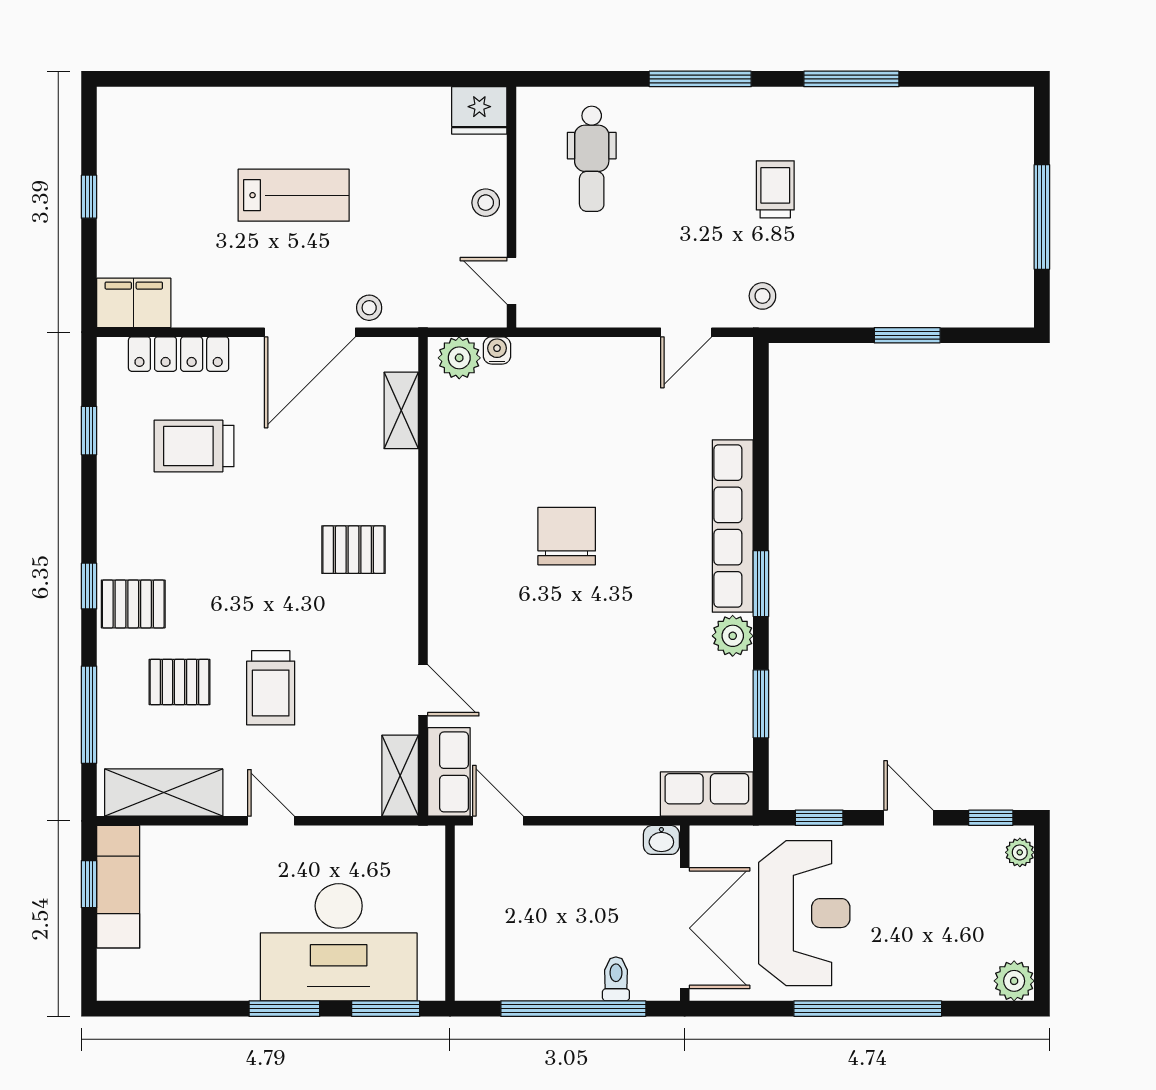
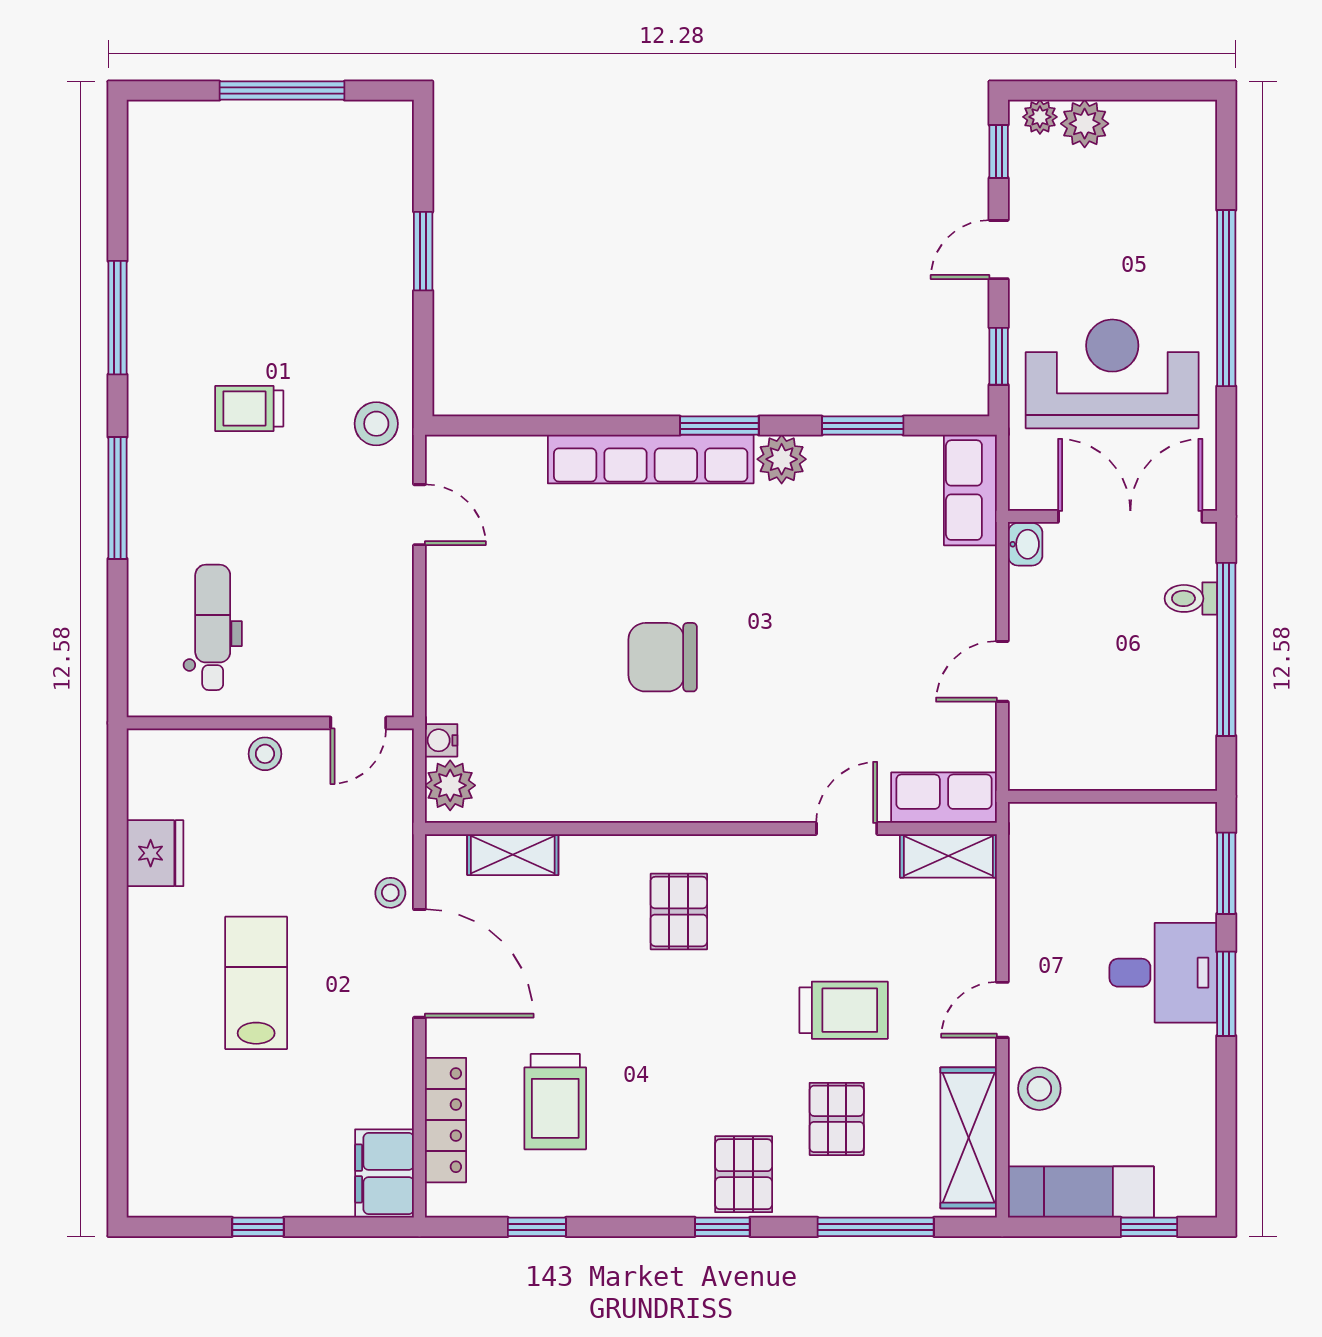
fridge: (479, 110) -> (155, 853), moved
dental chair: (592, 159) -> (213, 627), turned -90
stool: (762, 296) -> (376, 424), width x1.37, depth x1.37
door: (498, 821) -> (1002, 671), moved
stool: (205, 852) -> (1039, 1089), added
window: (89, 884) -> (1149, 1227), moved
desk: (339, 942) -> (1163, 973), width x0.53, depth x0.77
plant: (1014, 981) -> (1085, 124), moved

